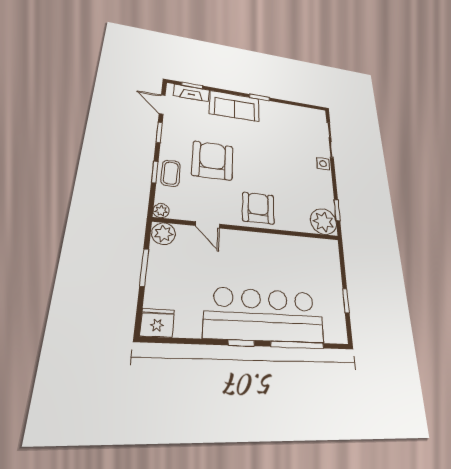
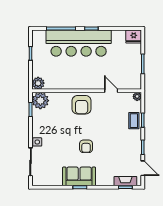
sofa: (235, 106) -> (79, 176), moved
armchair: (212, 161) -> (86, 146), moved, width x0.53, depth x0.53
plant: (164, 234) -> (38, 83), moved

